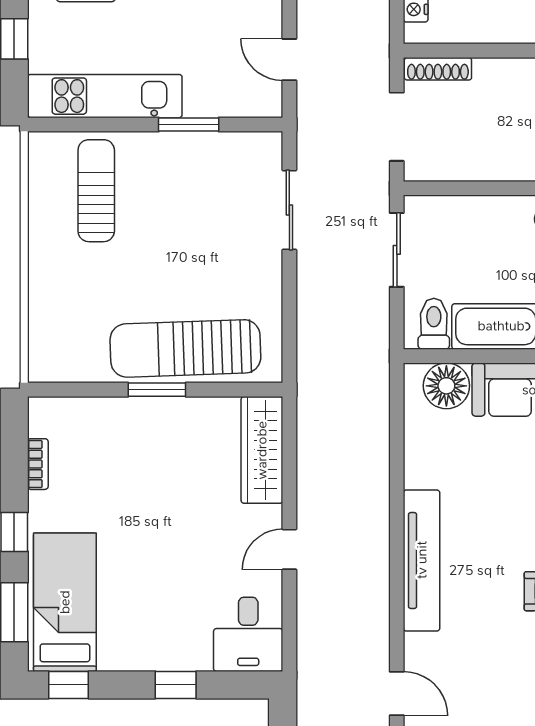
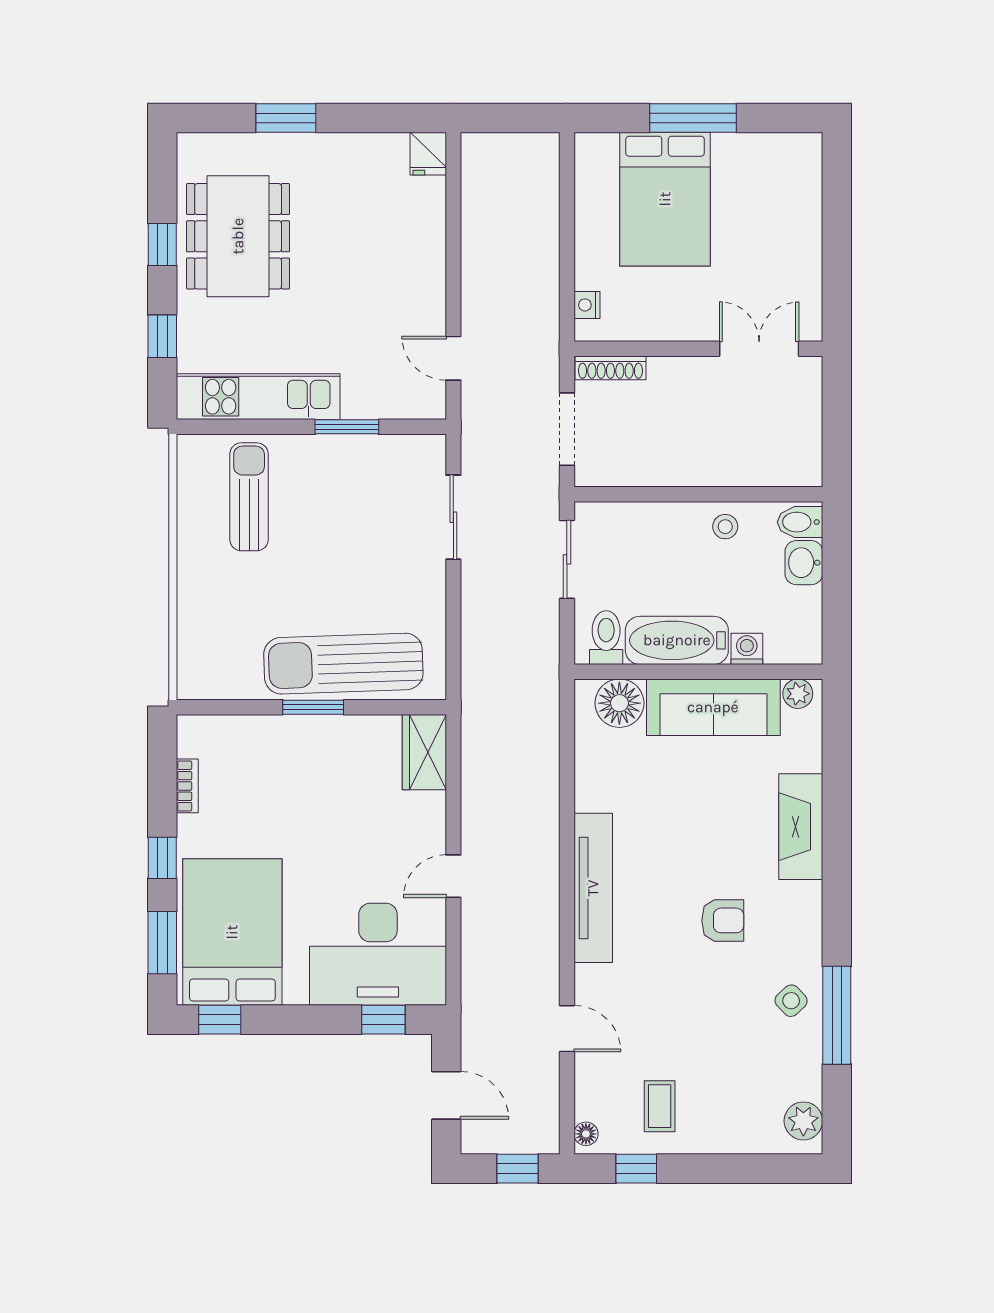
wardrobe: (262, 450) -> (424, 752), width x0.67
bed: (65, 602) -> (232, 932), width x1.50
desk: (248, 634) -> (378, 954), width x1.87, depth x1.30
window: (176, 685) -> (383, 1020), moved

